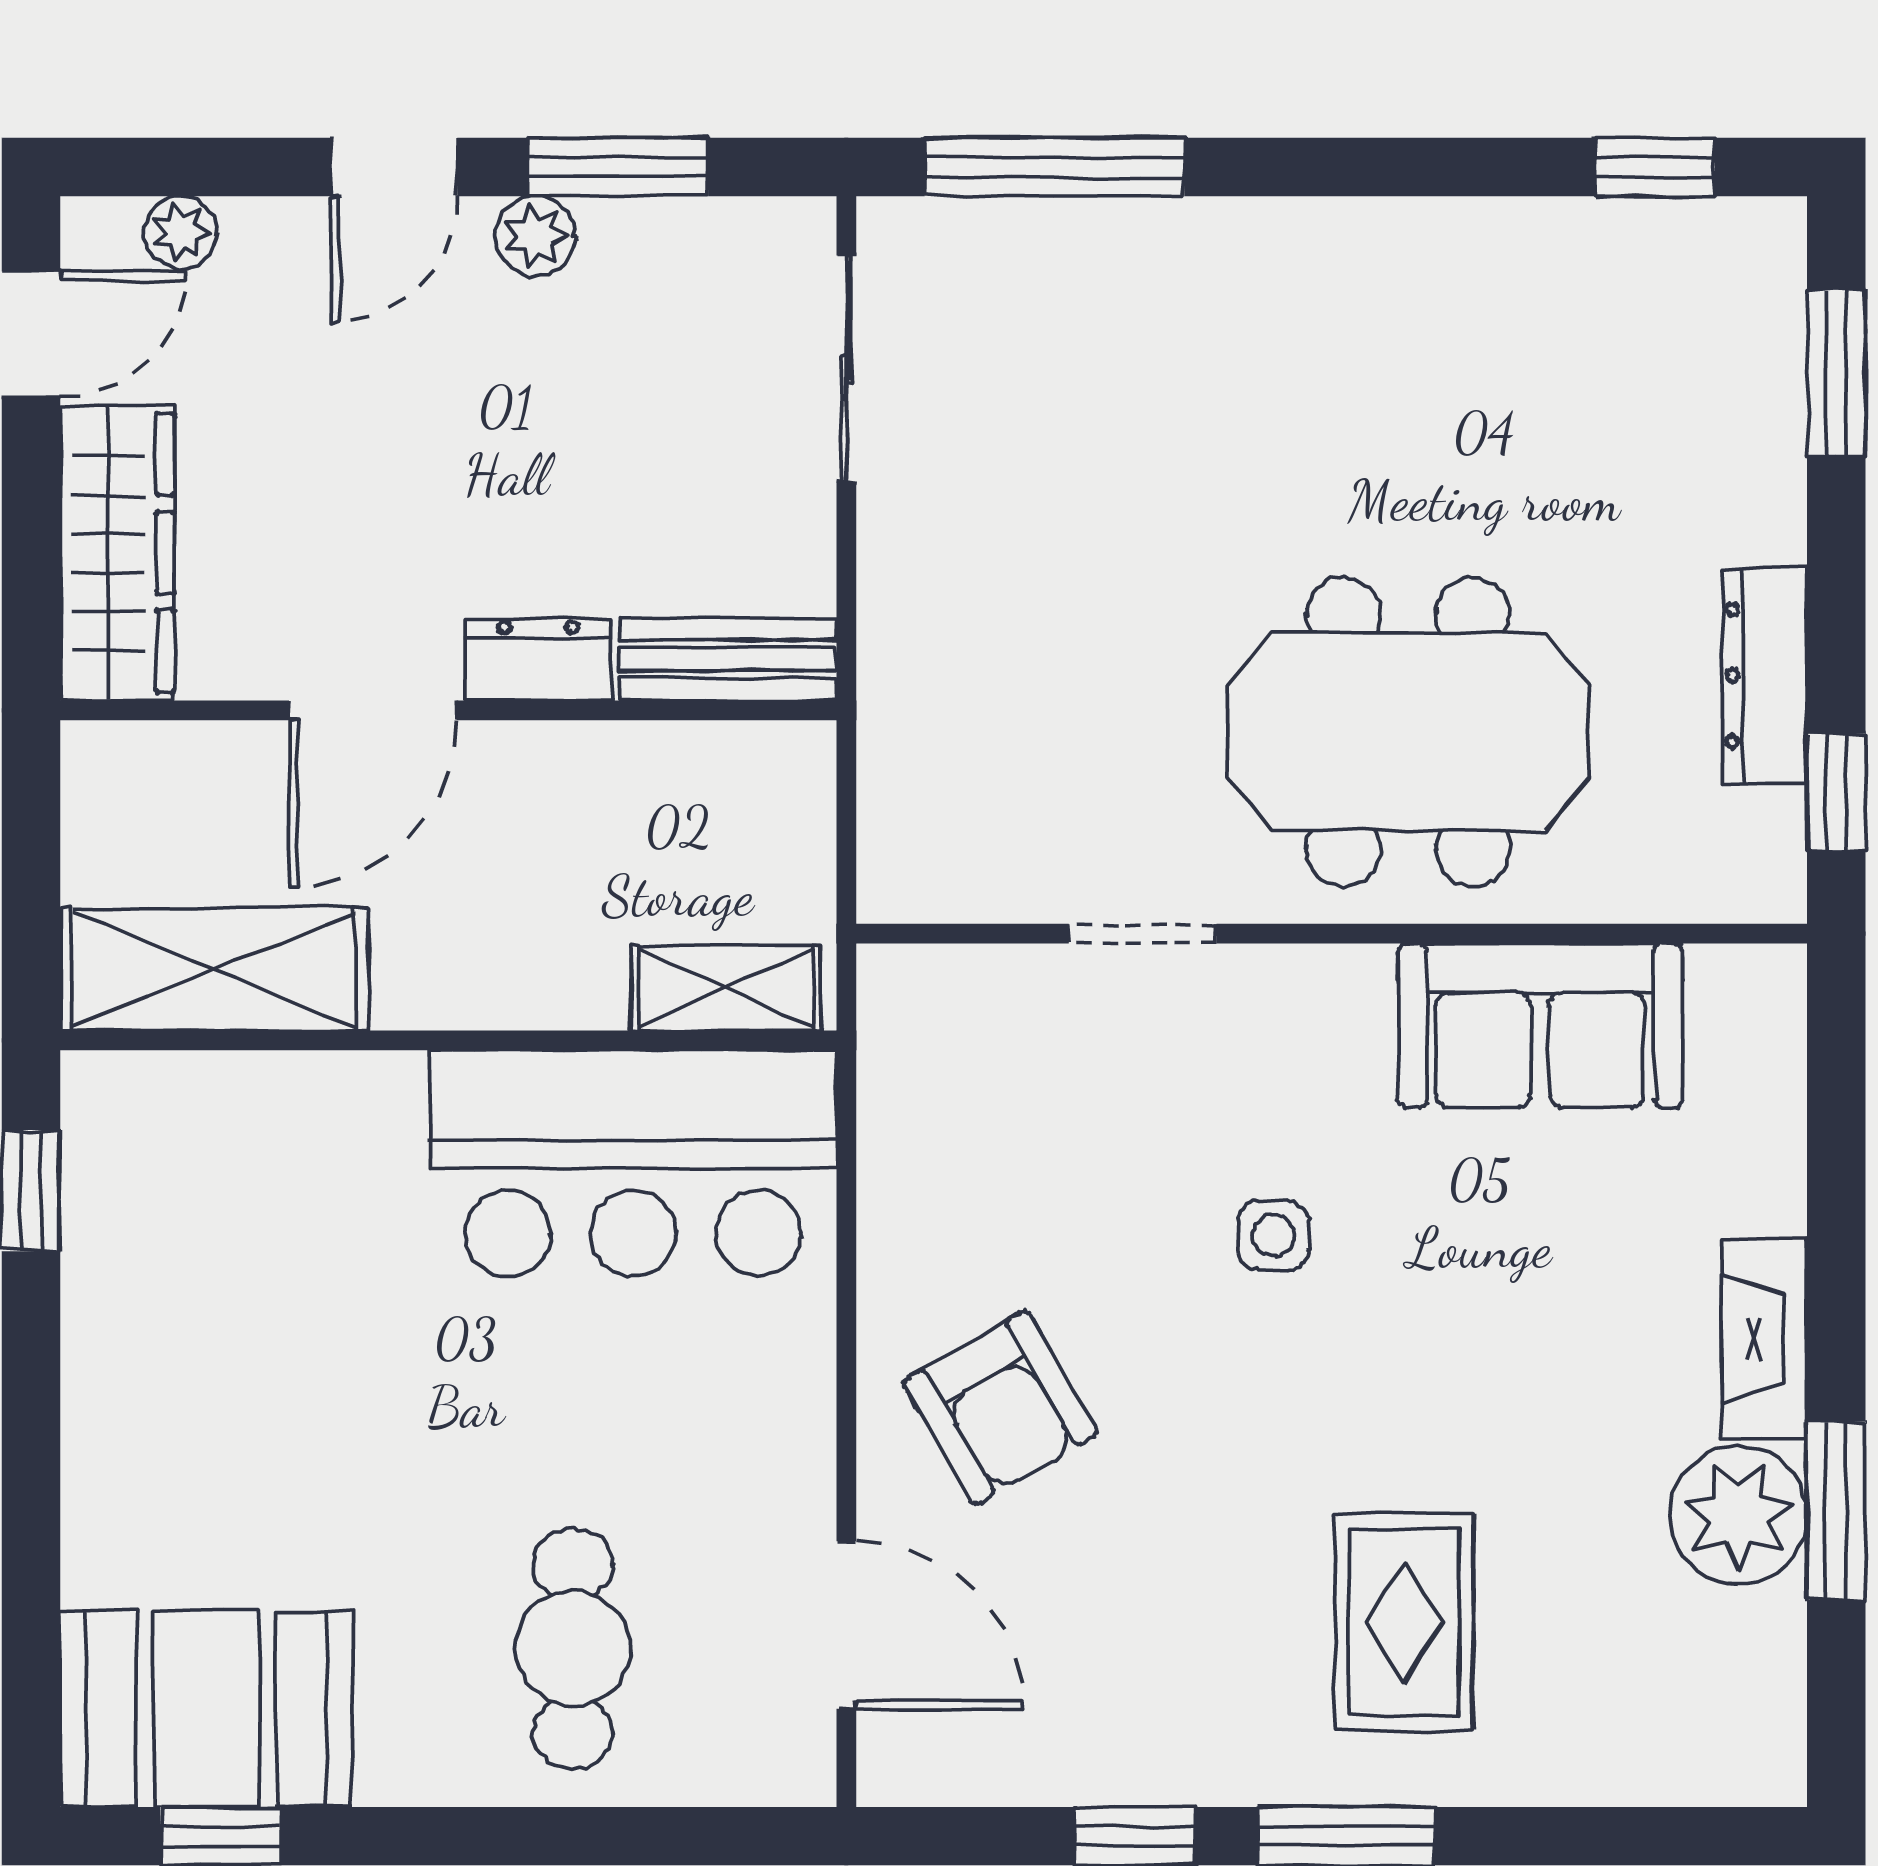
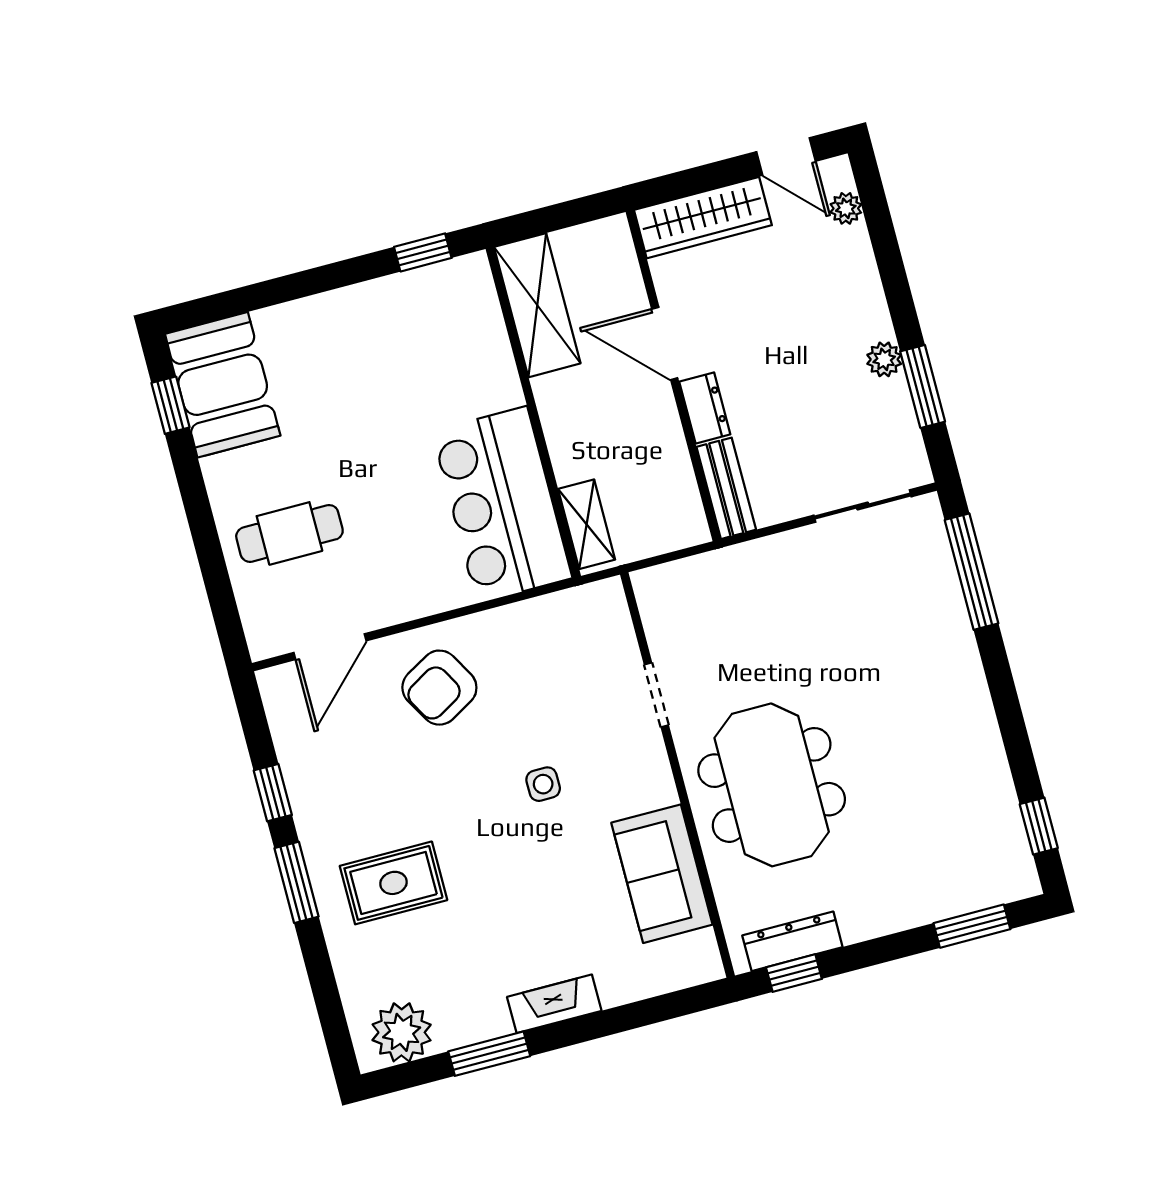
door: (394, 167) -> (898, 292), removed
dresser: (1765, 676) -> (792, 941), moved
plant: (1738, 1515) -> (402, 1032), moved

